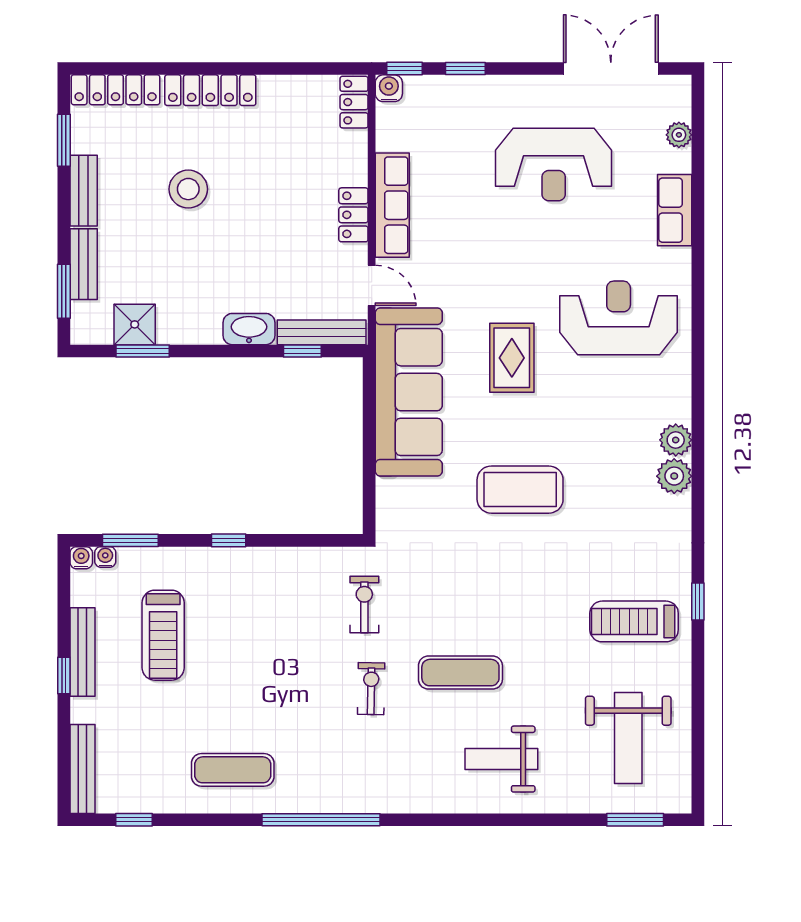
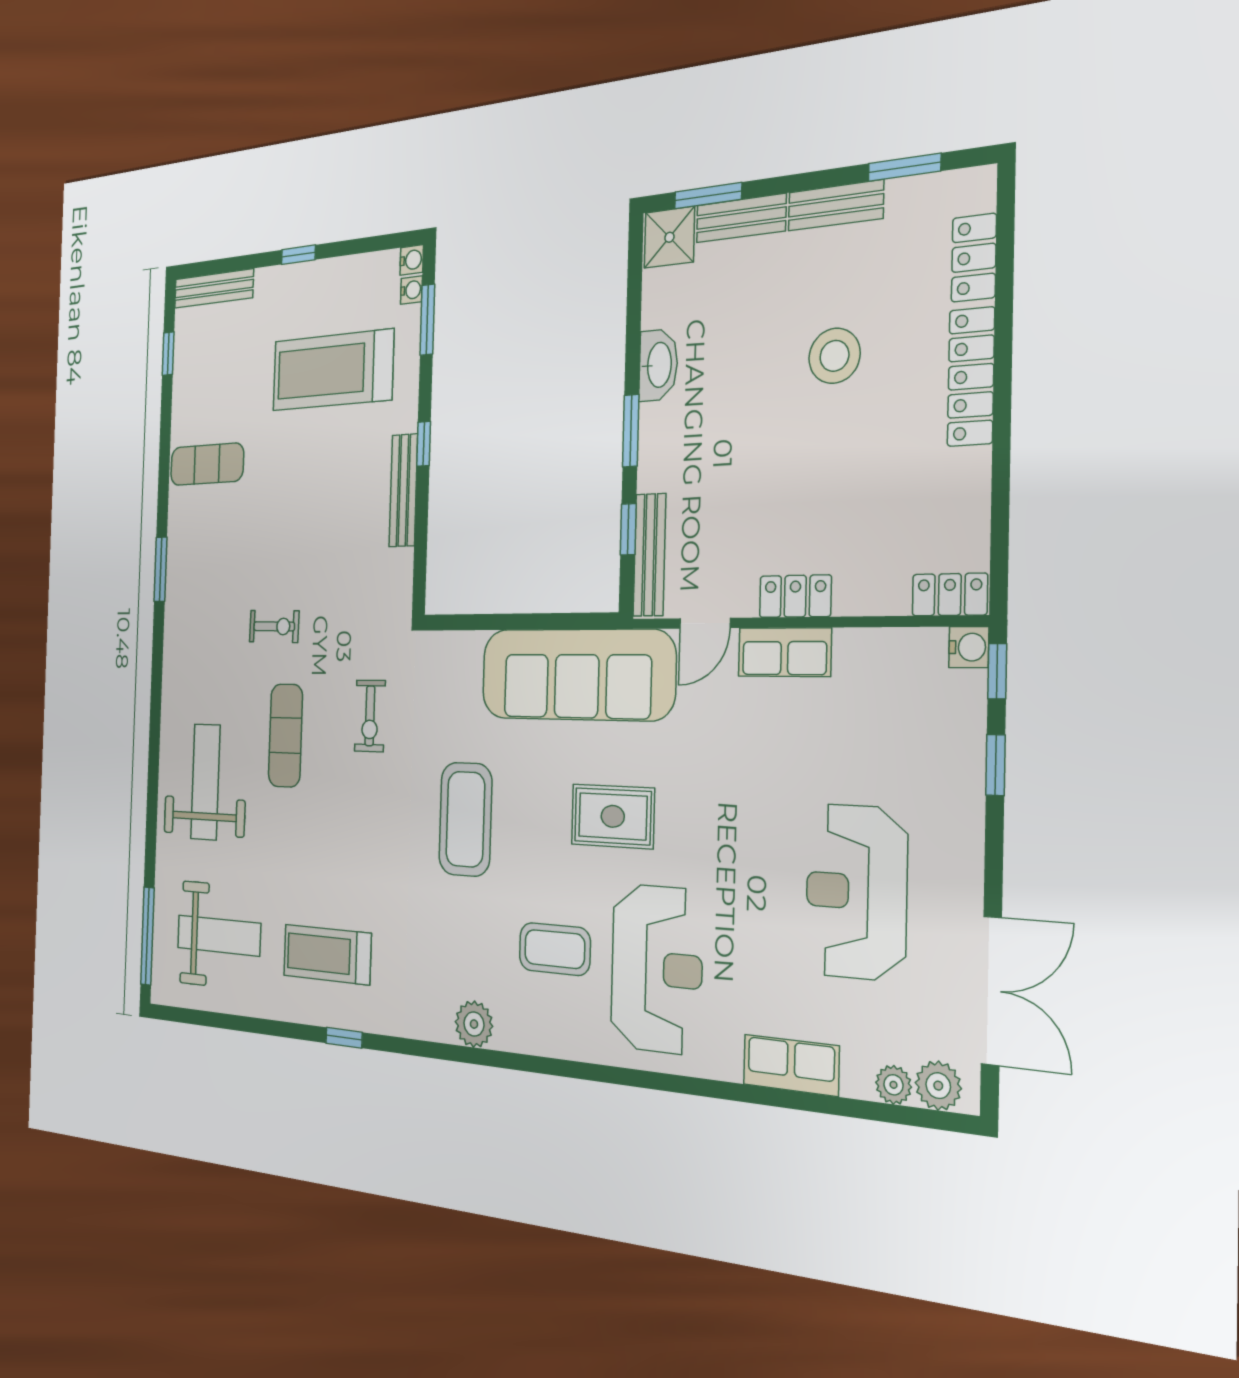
locker: (116, 90) -> (974, 258), width x0.66
row of seats: (392, 205) -> (785, 652), width x0.68
shower: (135, 324) -> (669, 237), moved
washbasin: (249, 329) -> (658, 365), moved
window: (143, 351) -> (631, 431), moved
coffee table: (612, 405) -> (555, 949), added
plant: (676, 440) -> (938, 1086), moved
exercise bike: (364, 604) -> (370, 716), moved, turned 90
treadmill: (634, 621) -> (327, 955), turned -90
treadmill: (163, 635) -> (333, 370), width x1.37, depth x1.38
bench: (82, 652) -> (403, 490), moved, turned 90
weight bench: (628, 738) -> (219, 936), turned 180
weight bench: (501, 759) -> (205, 782), width x1.36, depth x1.33
exercise mat: (233, 770) -> (207, 464), turned 90
window: (321, 820) -> (160, 569), width x0.47
window: (635, 820) -> (147, 936), width x1.44

